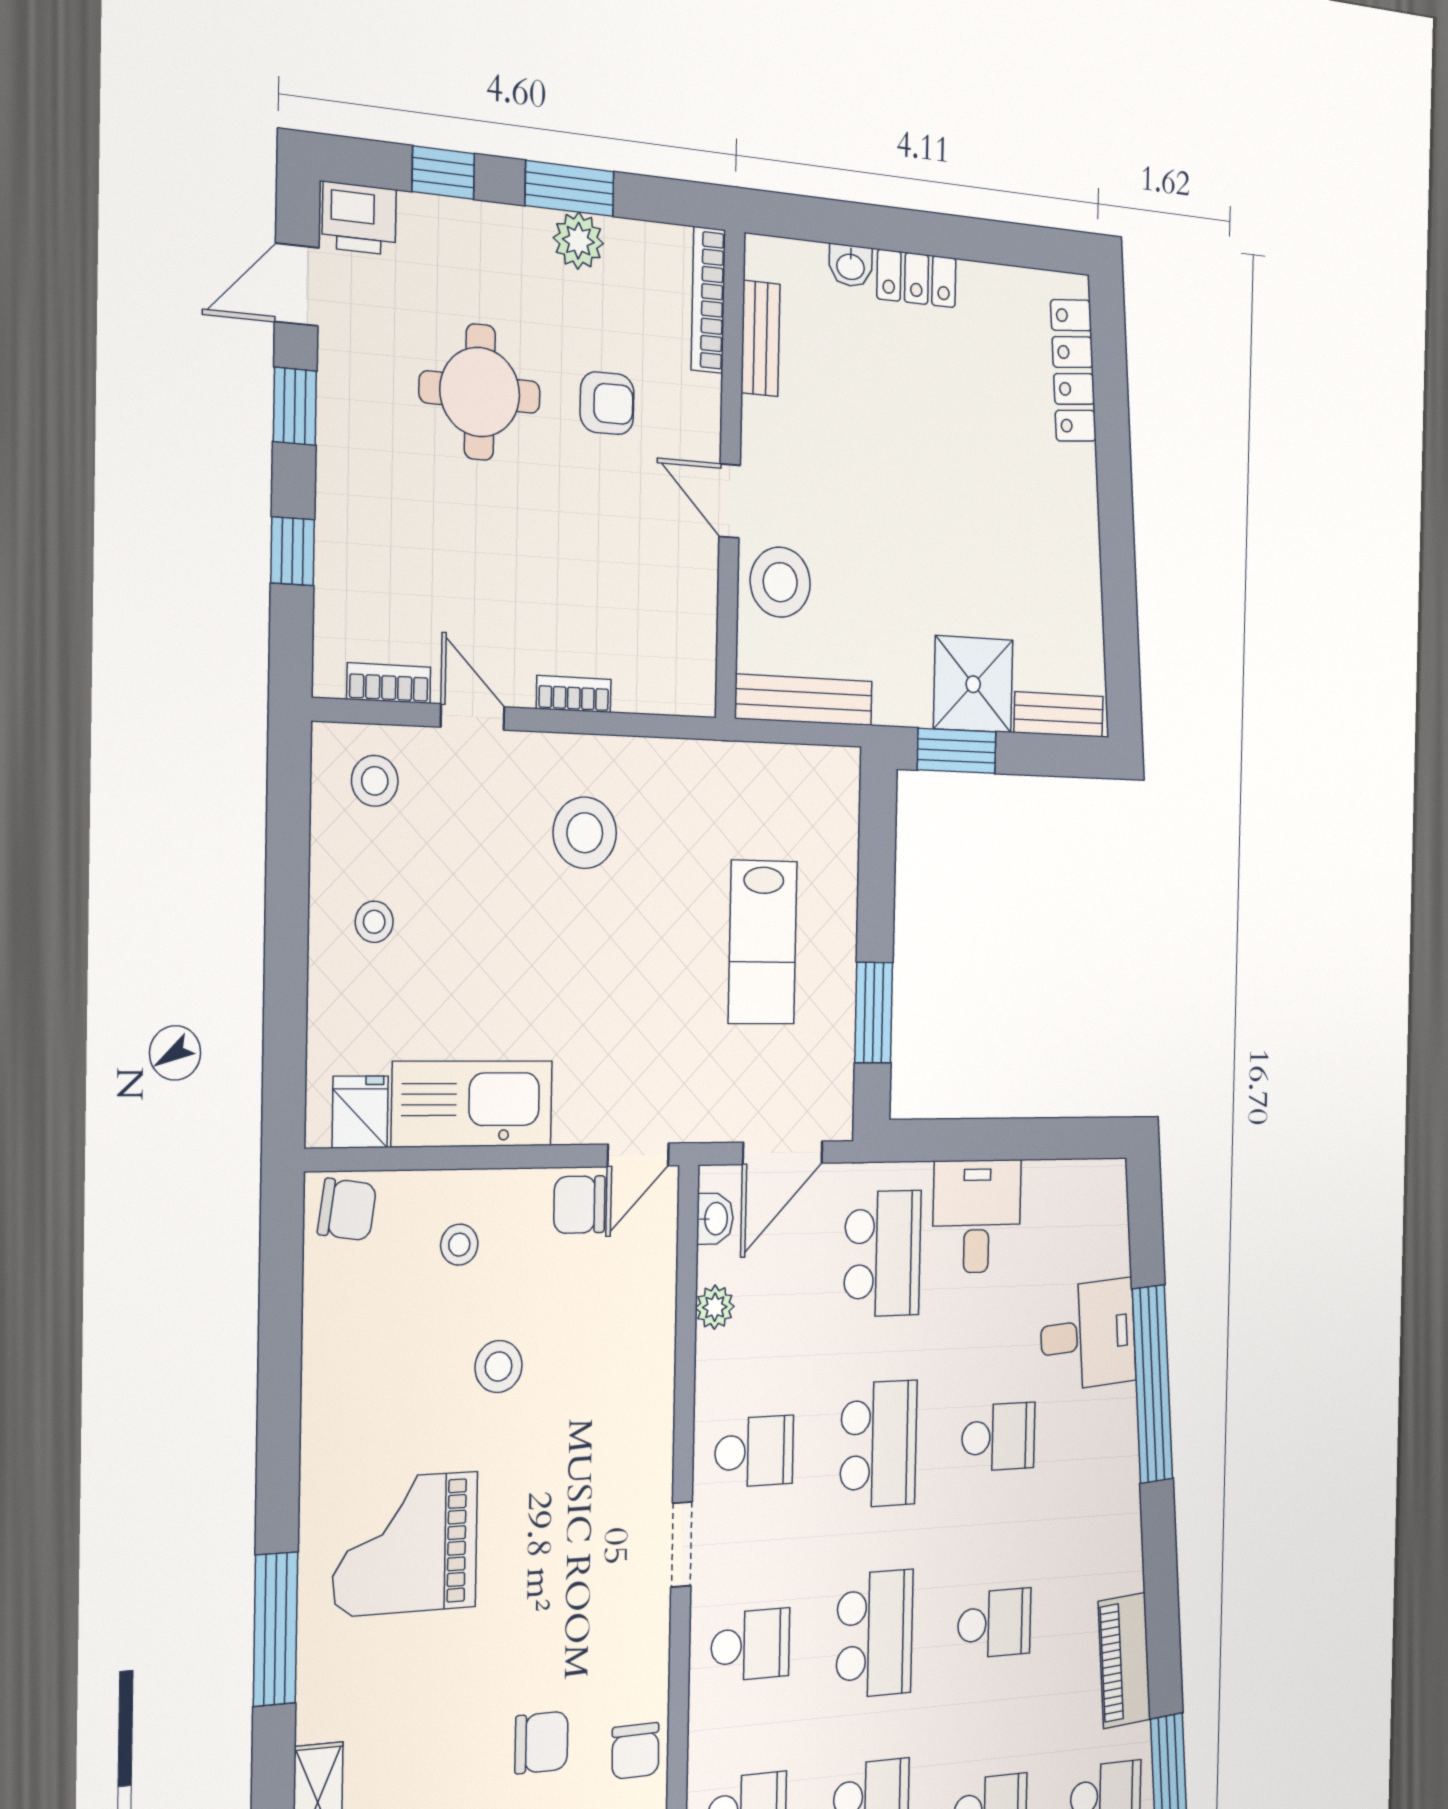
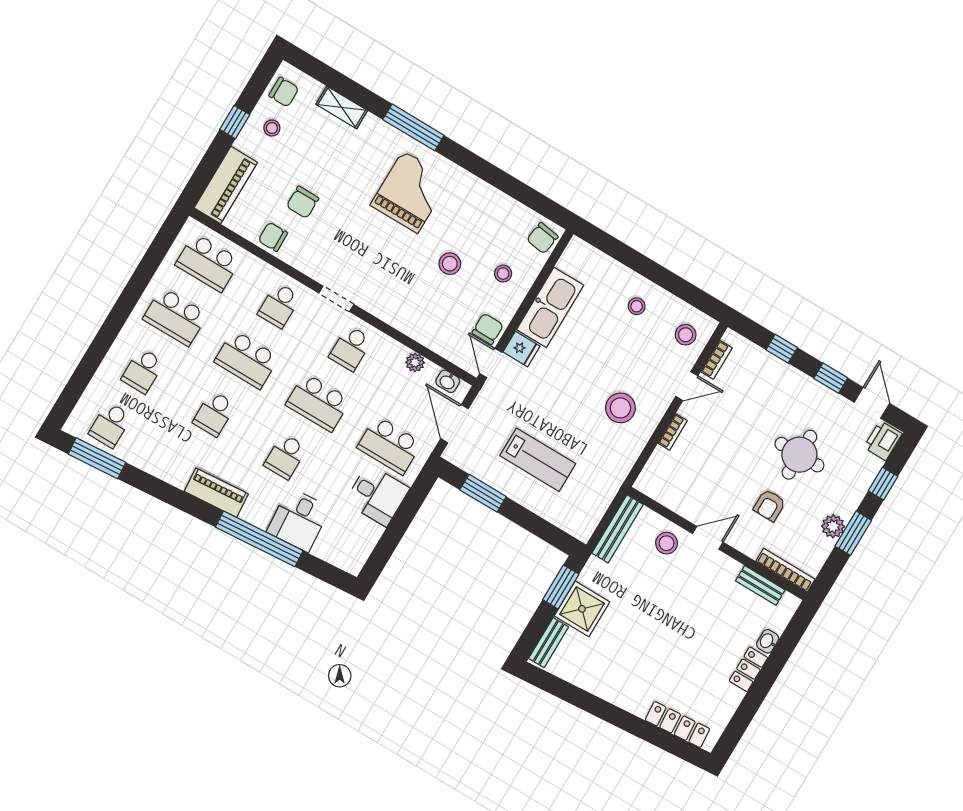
stool: (780, 582) -> (667, 543), width x0.73, depth x0.73
lab bench: (763, 942) -> (538, 460), turned 180
fridge: (360, 1112) -> (521, 349), moved
piano: (1124, 1660) -> (216, 493), moved

